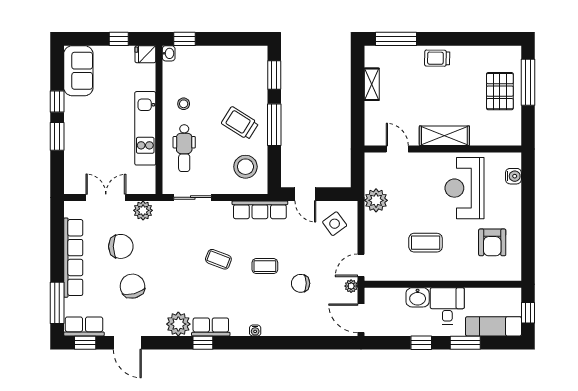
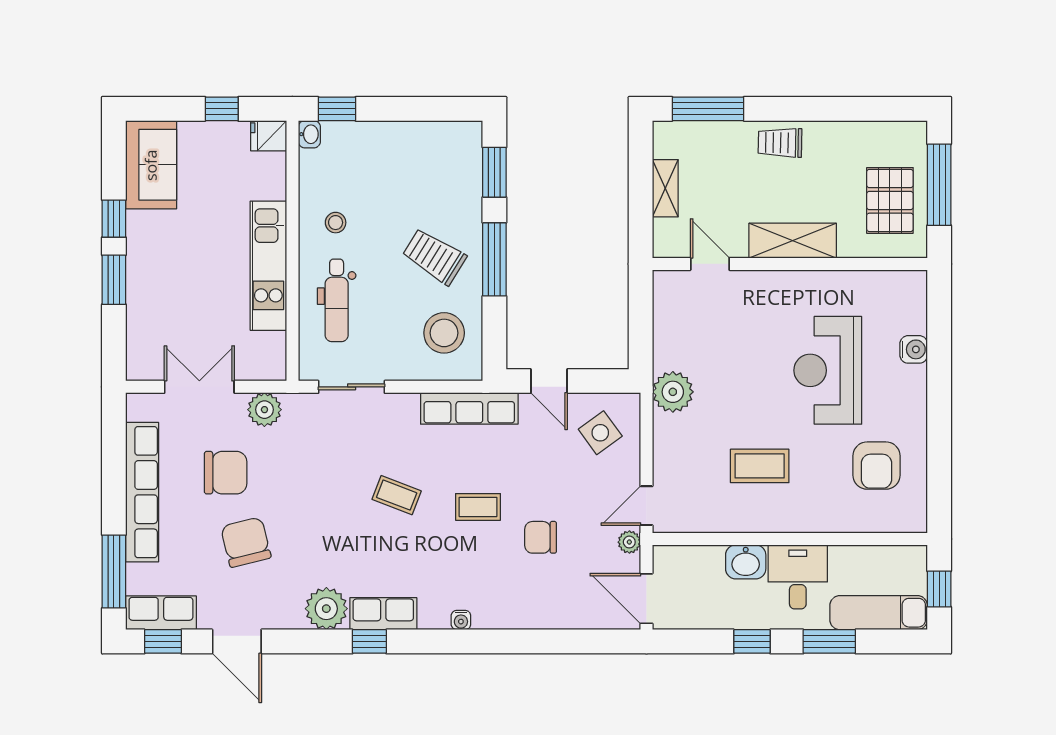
shelving: (444, 136) -> (793, 241), moved
door: (397, 149) -> (710, 264), moved
wall: (443, 149) -> (790, 264), moved

